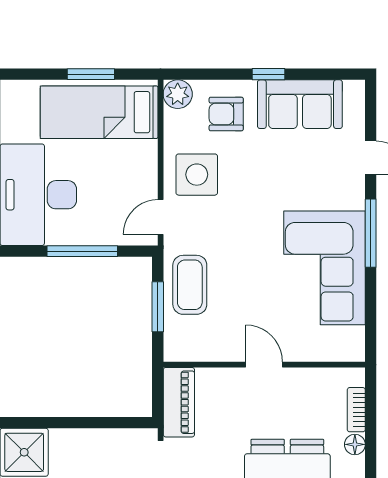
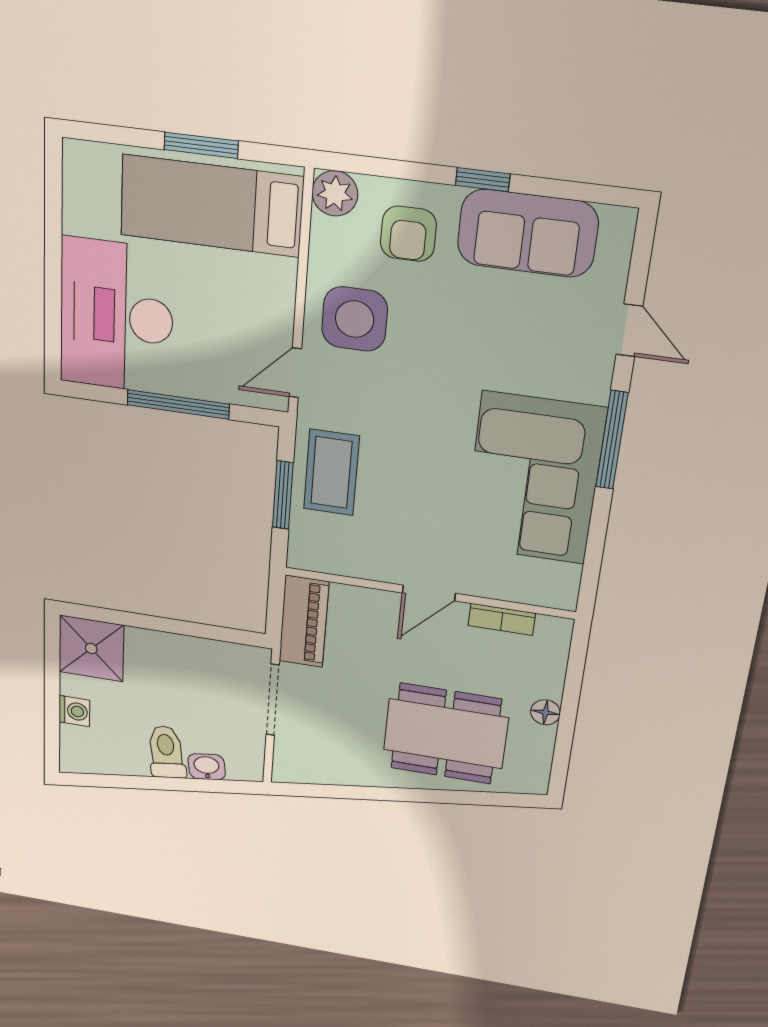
armchair: (226, 114) -> (408, 234), turned -90
door: (264, 365) -> (429, 593), swing flipped
bookcase: (356, 410) -> (502, 619), moved, turned -90

